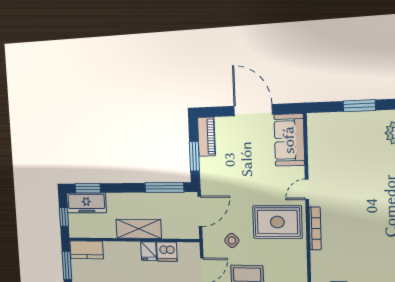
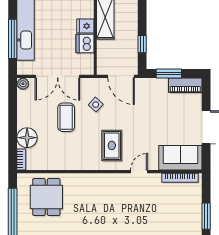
window: (164, 187) -> (142, 44), width x0.46
door: (307, 189) -> (139, 172), hinge flipped
rug: (277, 222) -> (112, 145), width x0.73, depth x0.70
bookcase: (315, 228) -> (180, 178), moved

